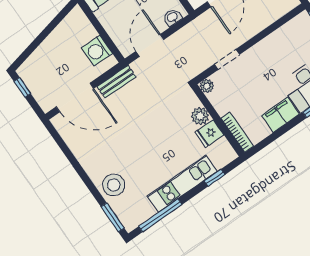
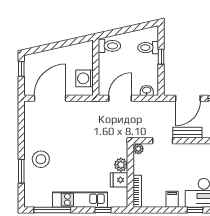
bench: (117, 82) -> (187, 133), moved
door: (75, 98) -> (50, 98), swing flipped
filing cabinet: (280, 115) -> (172, 199), width x0.50
stool: (114, 185) -> (41, 159), moved
window: (113, 217) -> (21, 171), moved

